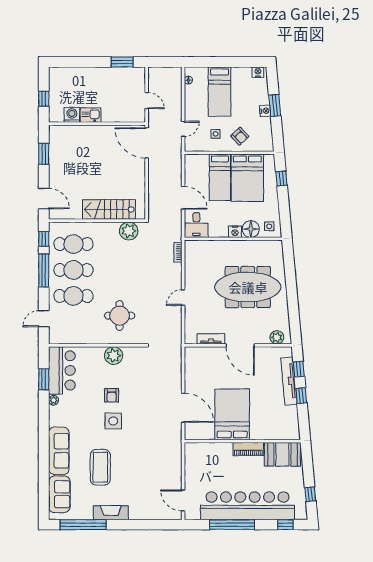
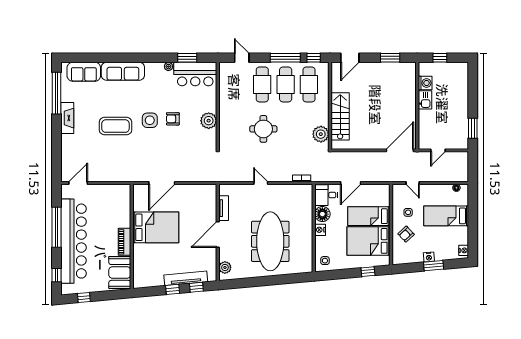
floor lamp: (251, 229) -> (322, 214), moved
round table: (120, 316) -> (263, 129), moved
coffee table: (100, 467) -> (115, 126), moved

